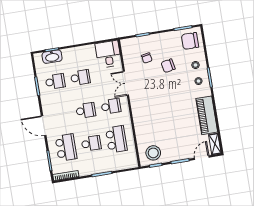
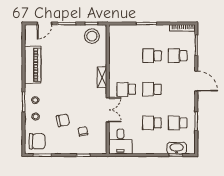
school desk: (116, 139) -> (126, 56), removed
shelving: (215, 144) -> (102, 77), moved
school desk: (66, 147) -> (178, 56), width x0.54

